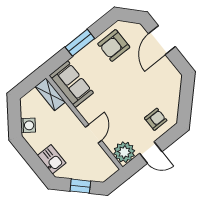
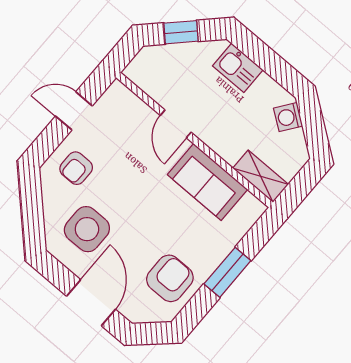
side table: (156, 83) -> (87, 229), added
sofa: (71, 84) -> (207, 182), moved
plant: (124, 152) -> (118, 103), removed

